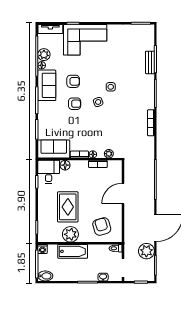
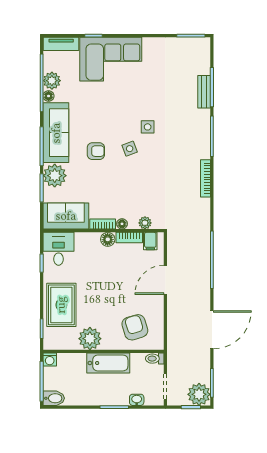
armchair: (73, 81) -> (94, 119), removed
sofa: (47, 85) -> (56, 133), width x1.36
plant: (46, 121) -> (55, 176), added
floor lamp: (65, 165) -> (108, 239), moved
filing cabinet: (113, 166) -> (150, 241), added
rug: (68, 207) -> (61, 305), moved
bathtub: (73, 251) -> (108, 363), moved
plant: (146, 251) -> (199, 394), moved

